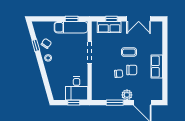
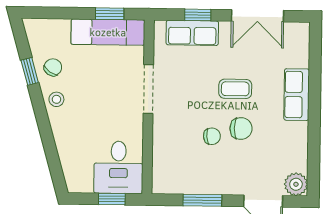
row of seats: (157, 67) -> (297, 95), moved
plant: (127, 95) -> (296, 184), moved

